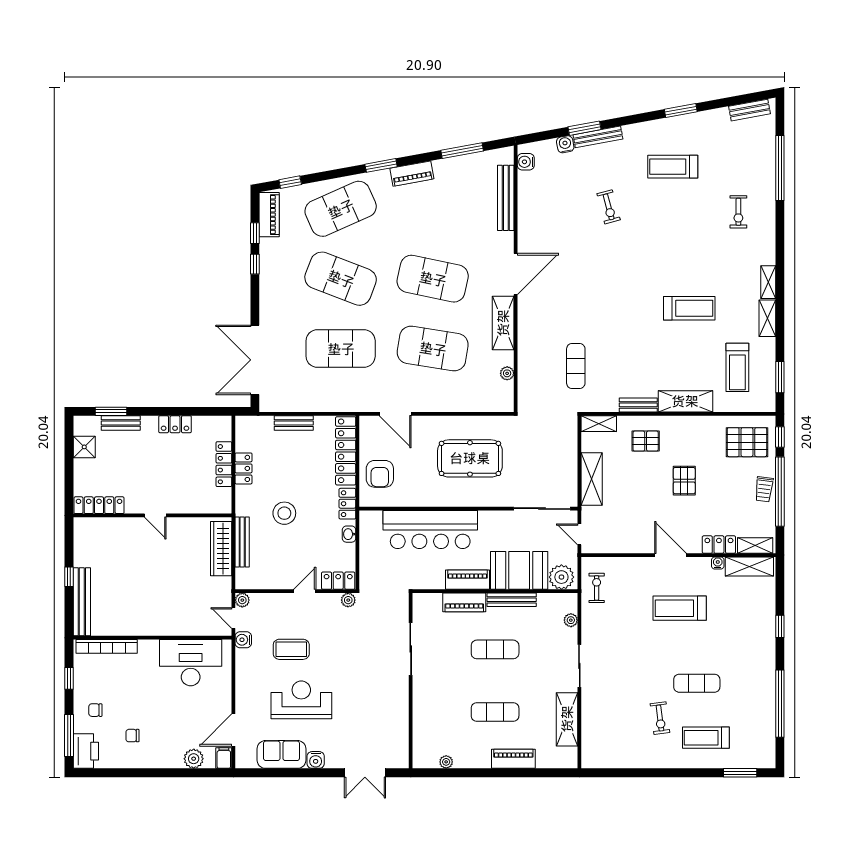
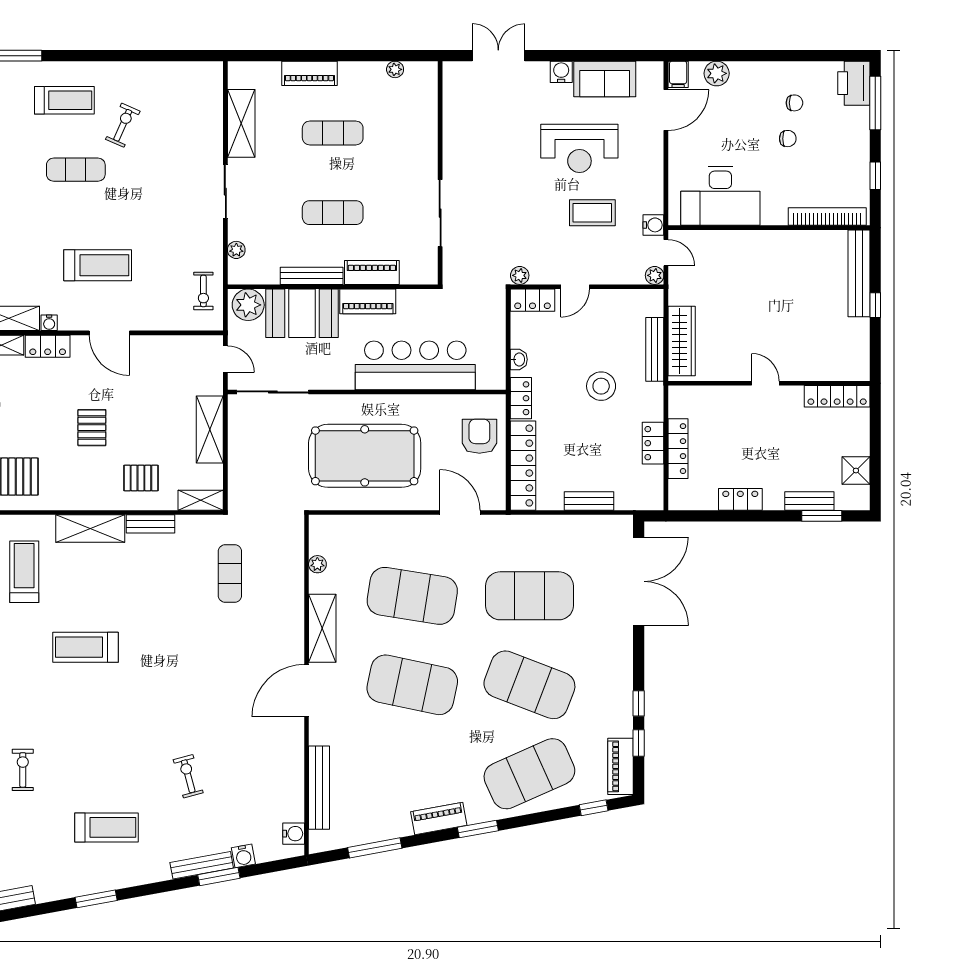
pool table: (470, 458) -> (365, 456), width x1.36, depth x1.32
chair: (95, 710) -> (788, 139), moved
exercise bike: (660, 718) -> (123, 125), turned 31

